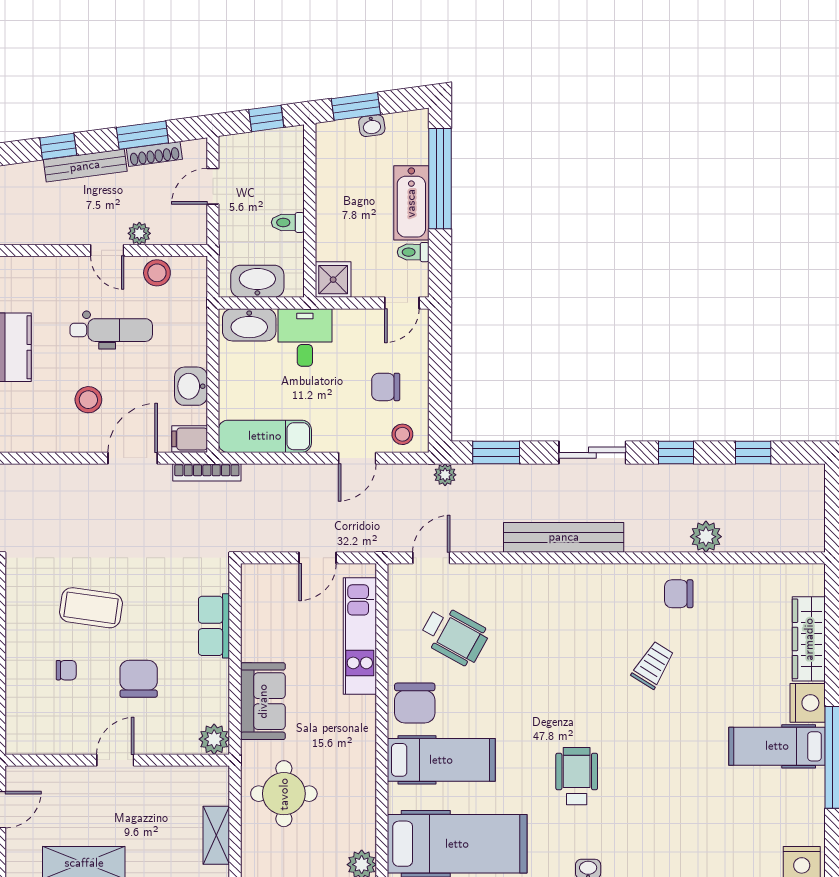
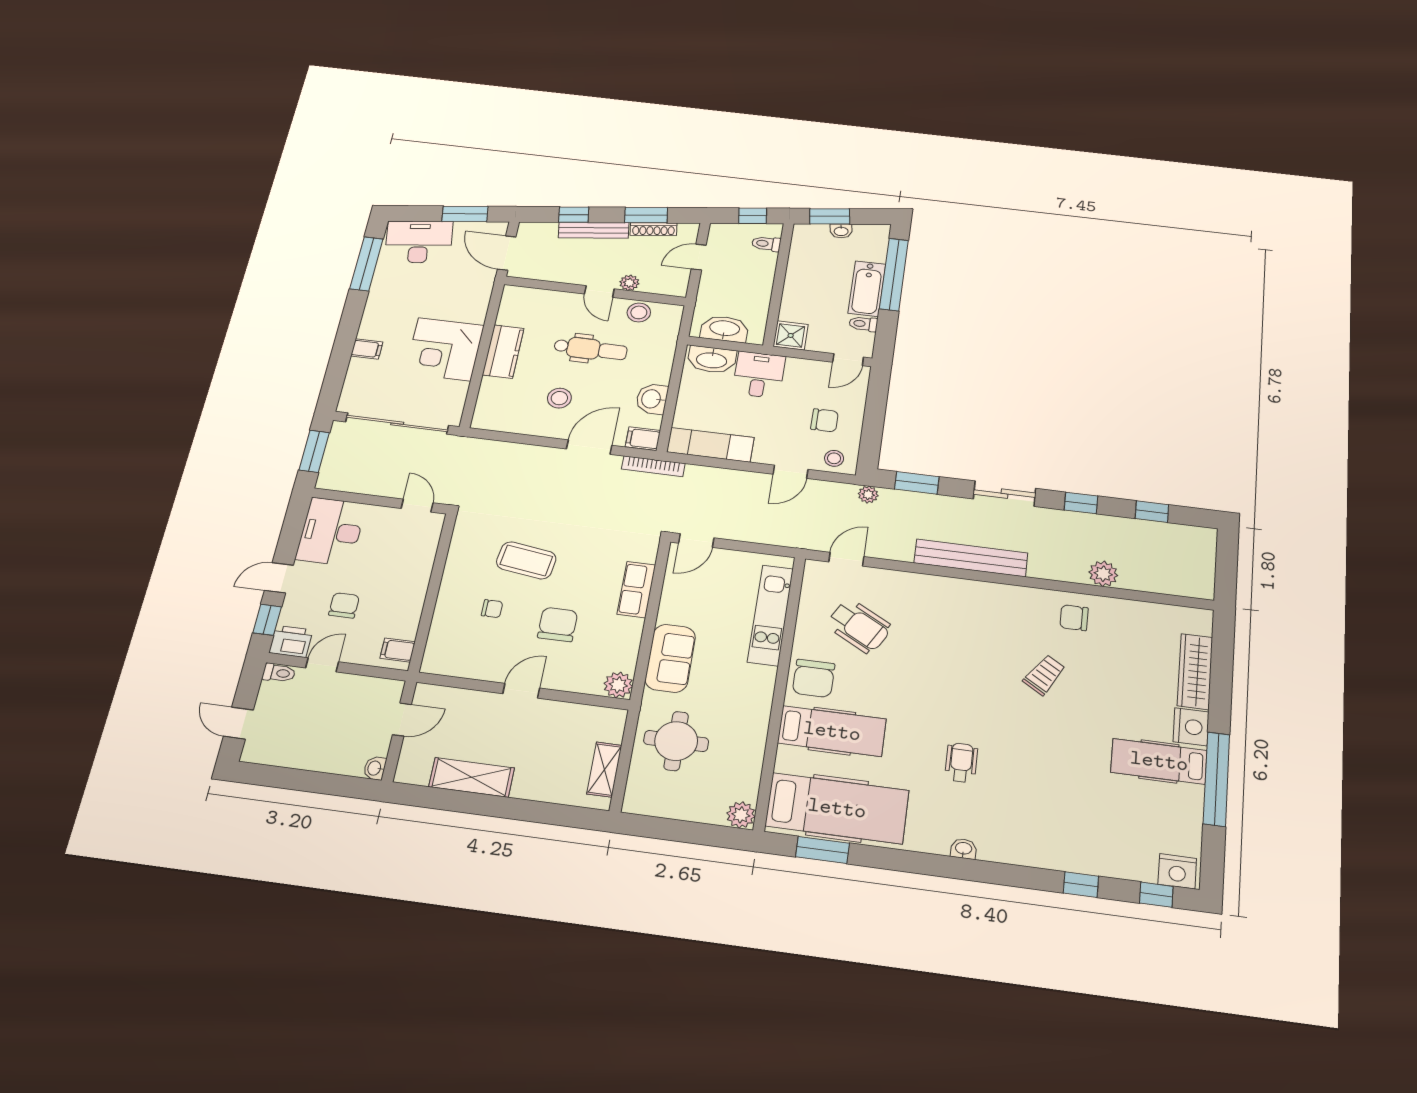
toilet: (288, 222) -> (766, 244), moved
chair: (386, 387) -> (824, 420), turned 180
door: (317, 558) -> (696, 540), moved
wheelchair: (577, 776) -> (961, 763), width x0.73, depth x0.73

